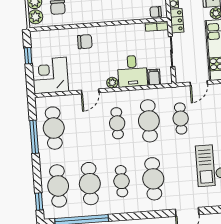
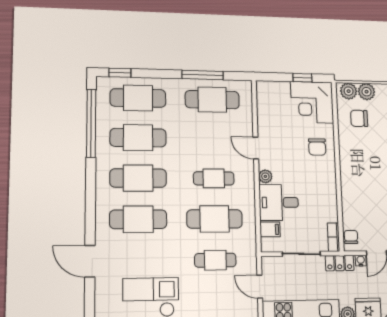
corner desk: (50, 75) -> (312, 102), moved, turned 180
cafe table: (122, 181) -> (138, 178), width x1.37, depth x1.35

